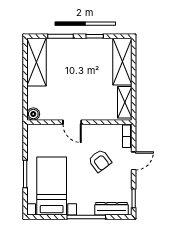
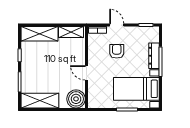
boiler: (33, 114) -> (76, 99), width x1.86, depth x1.86
door: (72, 122) -> (87, 73), swing flipped
armchair: (100, 161) -> (117, 51), turned -53
dresser: (112, 209) -> (154, 56), moved

